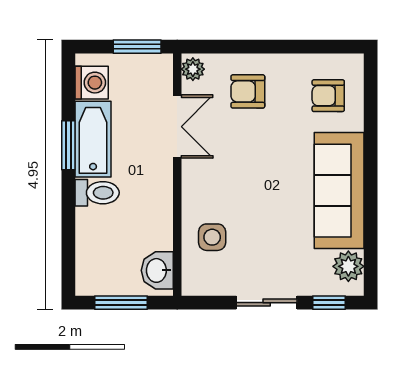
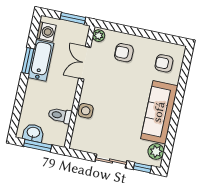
double door: (177, 127) -> (85, 63), swing flipped
toilet: (97, 193) -> (60, 115), moved, turned 180
side table: (212, 237) -> (86, 111), moved
washbasin: (157, 270) -> (33, 133), moved, turned 90

